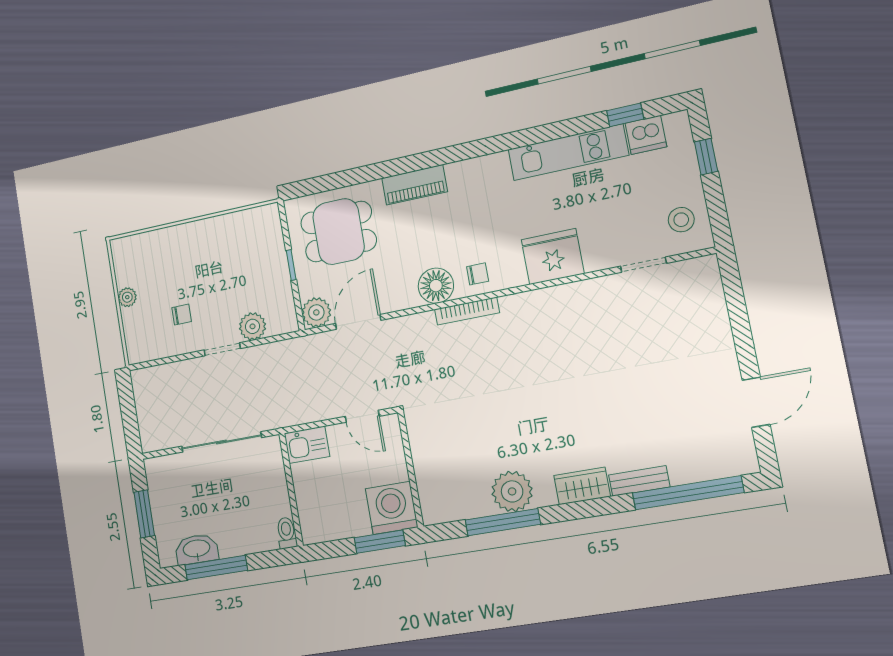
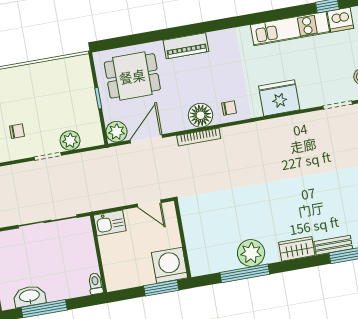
bookcase: (467, 311) -> (199, 137), moved

